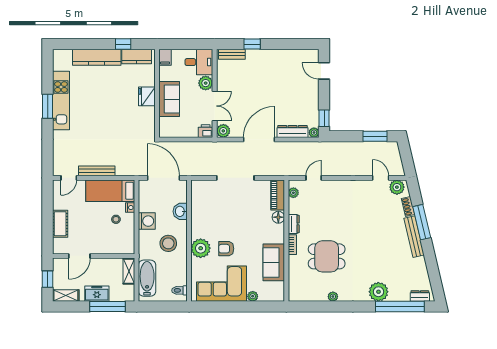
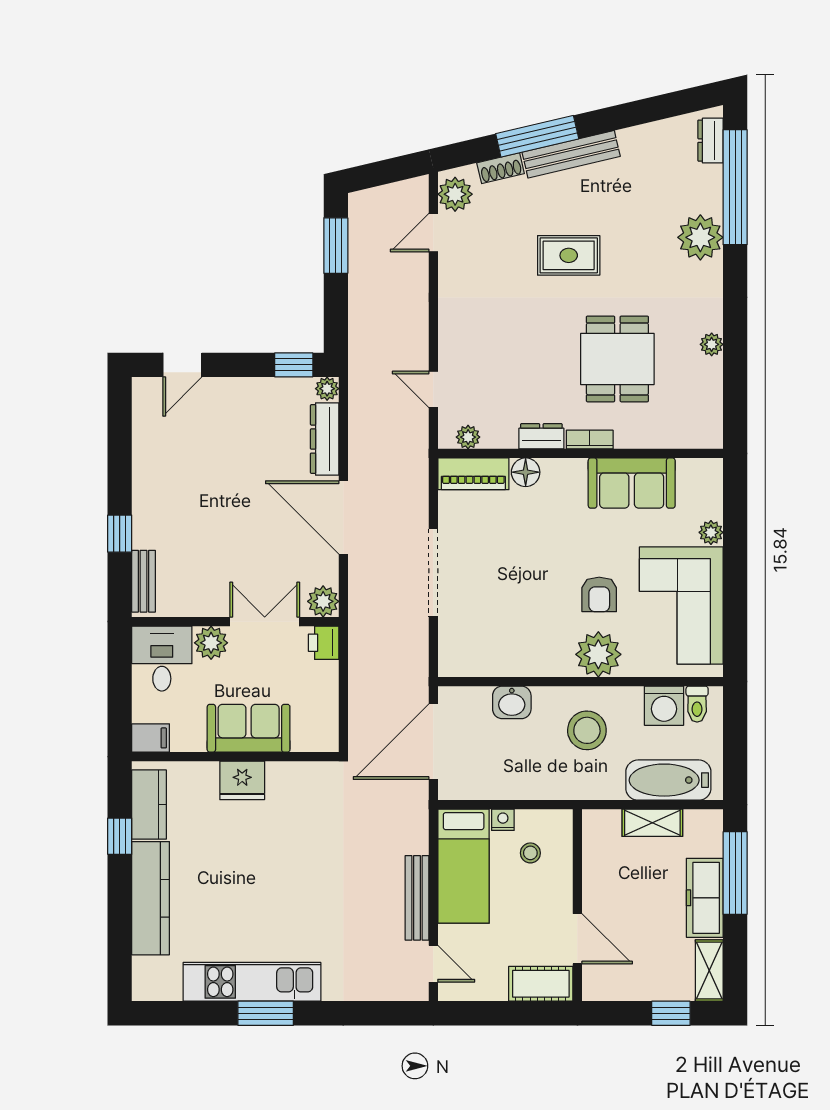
washing machine: (147, 221) -> (664, 706), moved, turned 180
rug: (371, 236) -> (569, 255), added
door: (79, 256) -> (577, 939), moved
wall: (94, 256) -> (577, 905), moved
freezer: (97, 294) -> (705, 898), width x1.40

